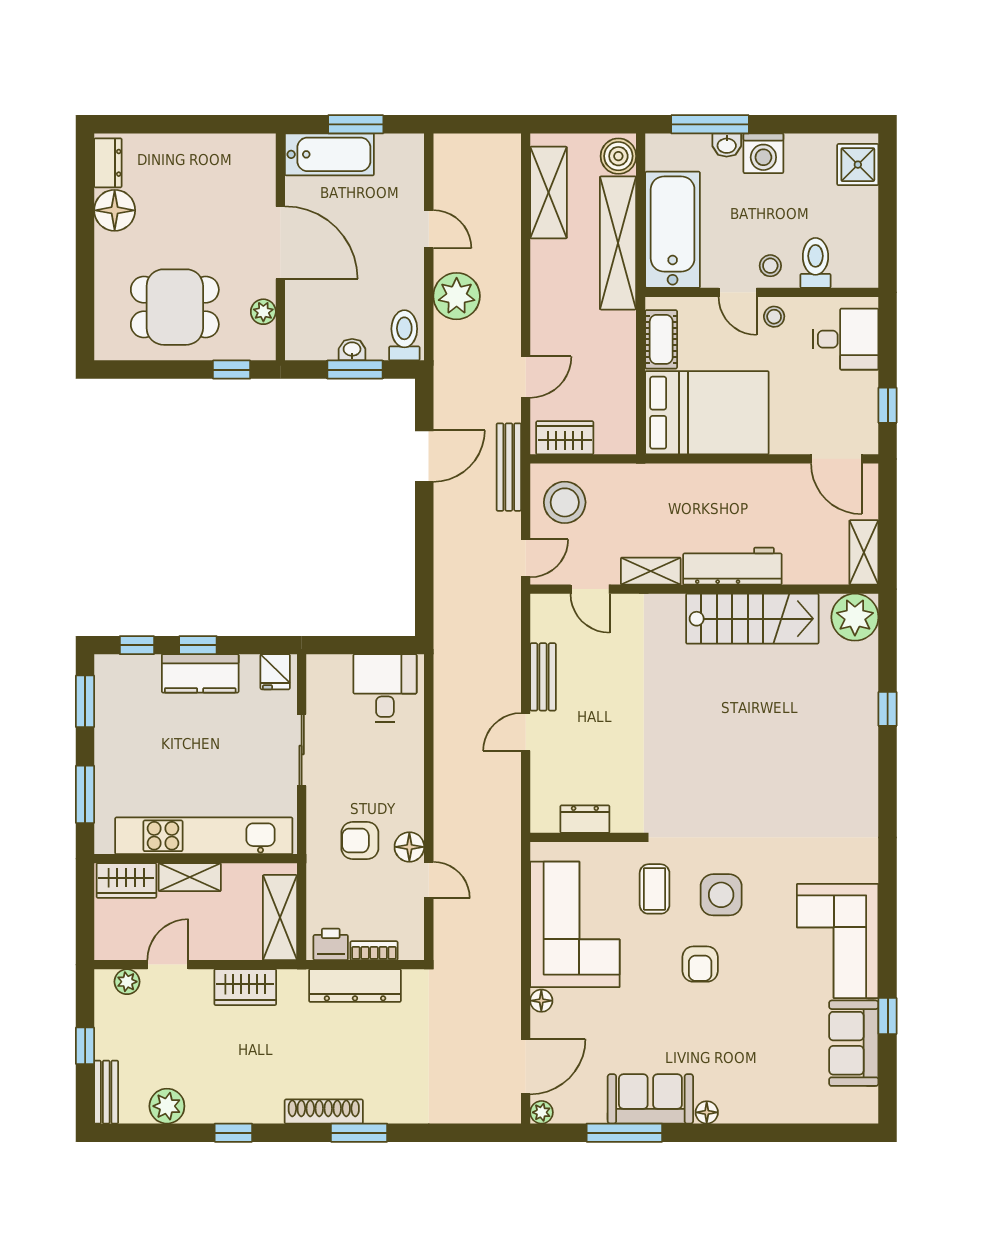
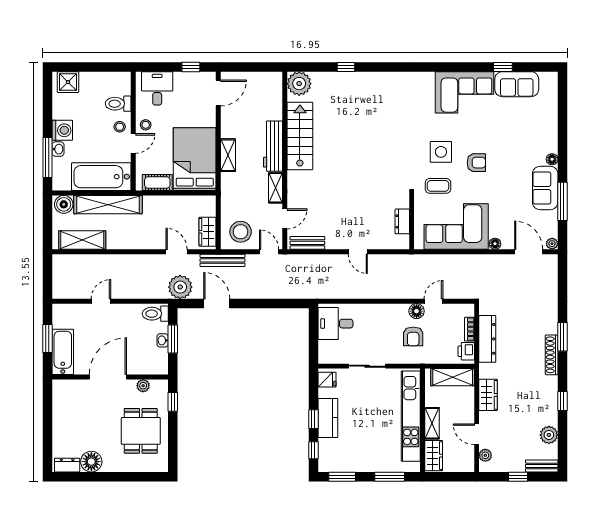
plant: (457, 296) -> (180, 287), moved
shelving: (864, 552) -> (228, 155), moved, turned 90
bench: (543, 677) -> (307, 243), moved

